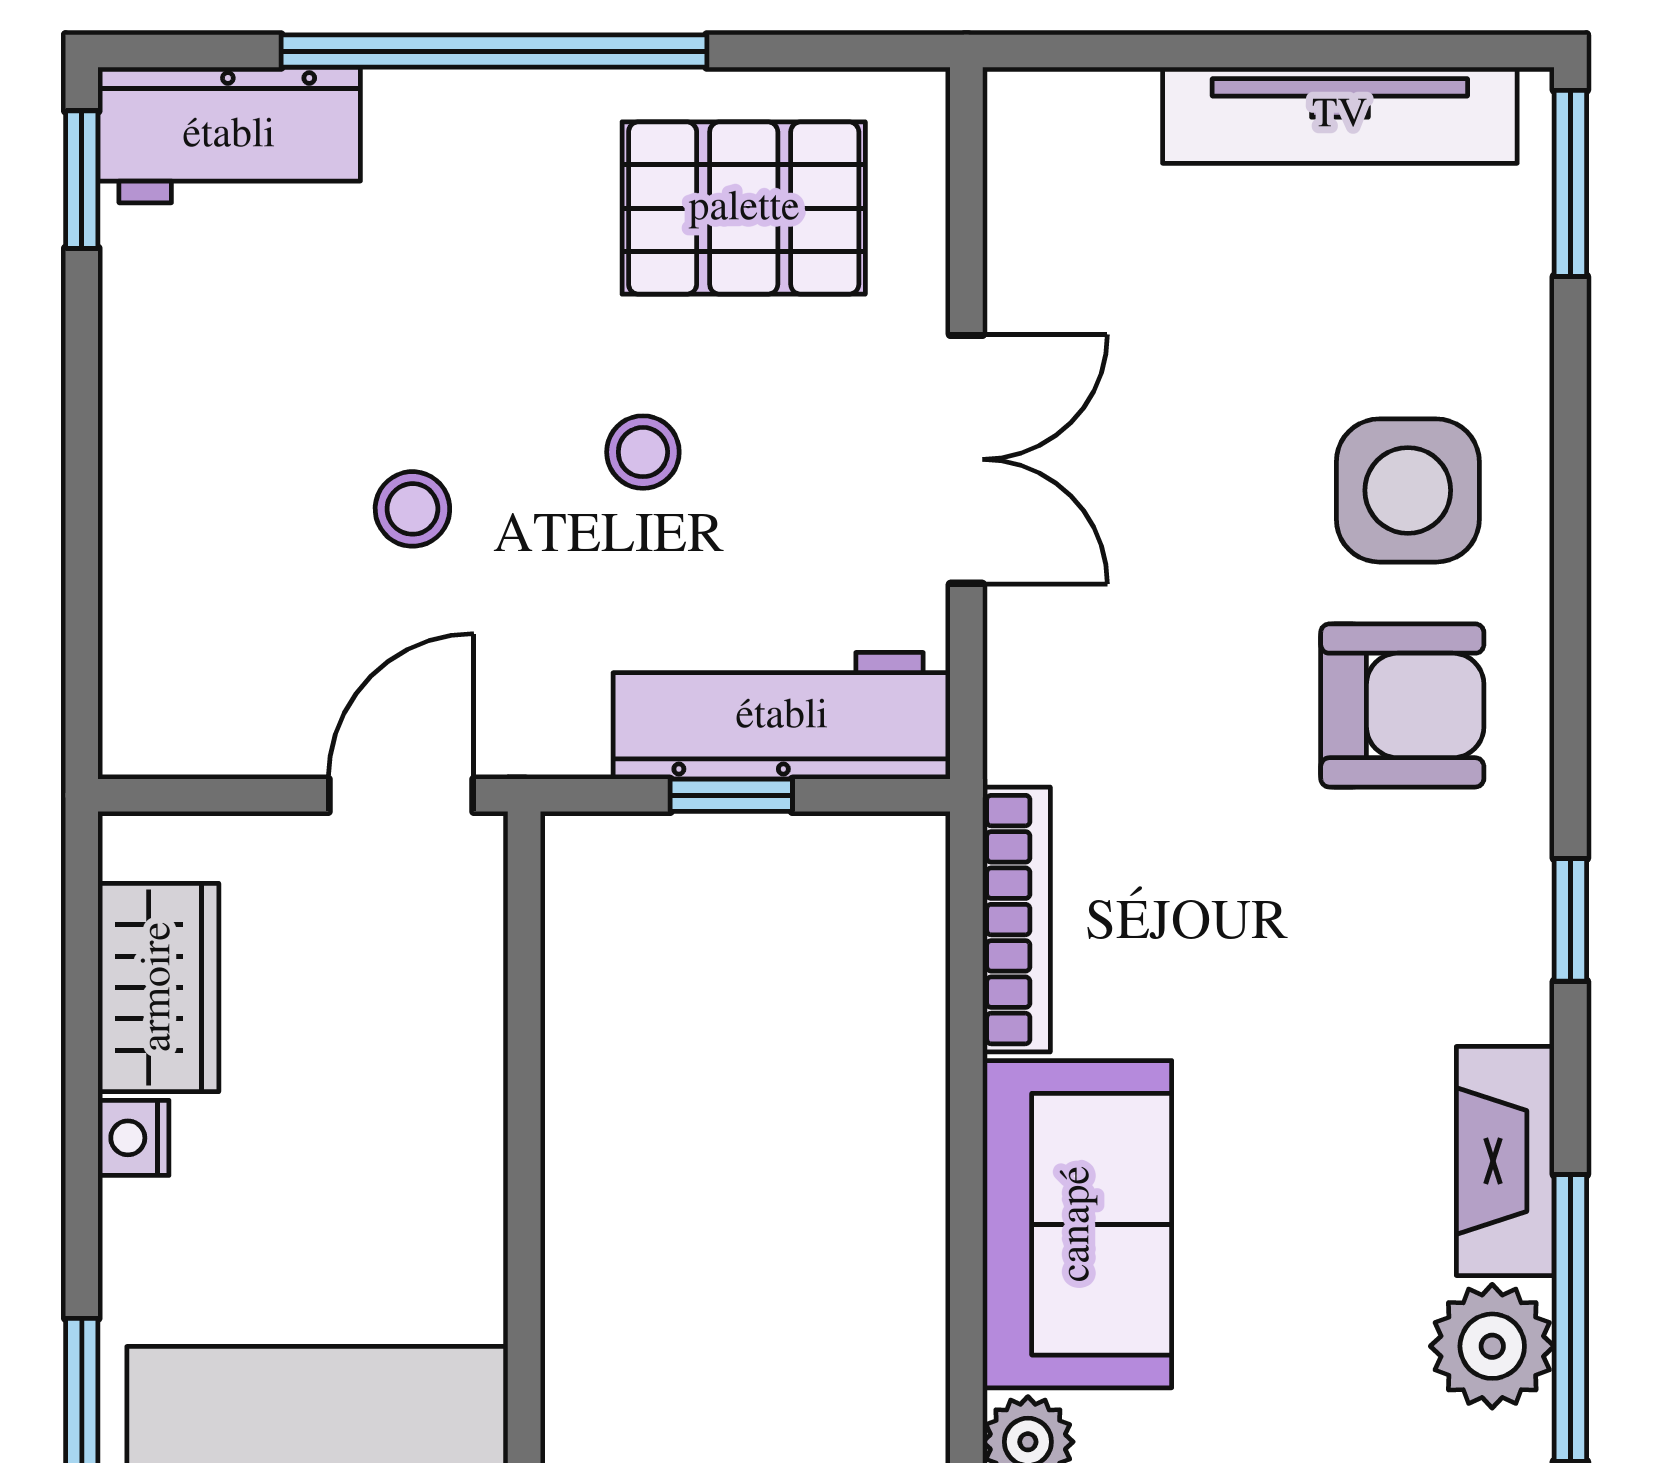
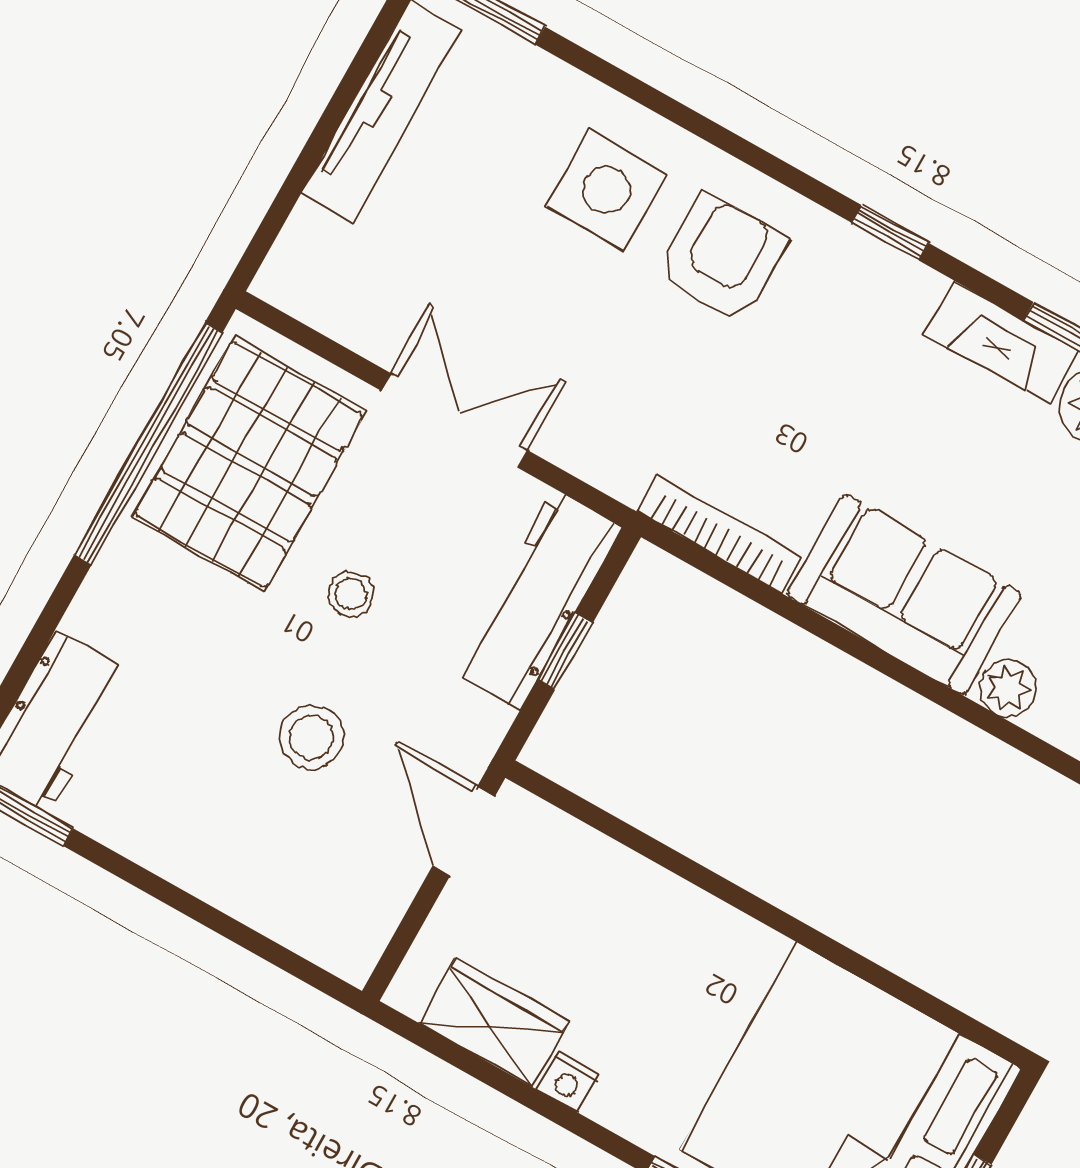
window: (494, 51) -> (148, 444), moved
pallet: (744, 208) -> (249, 464), width x1.37, depth x1.41
stool: (412, 509) -> (311, 737), width x1.37, depth x1.37

